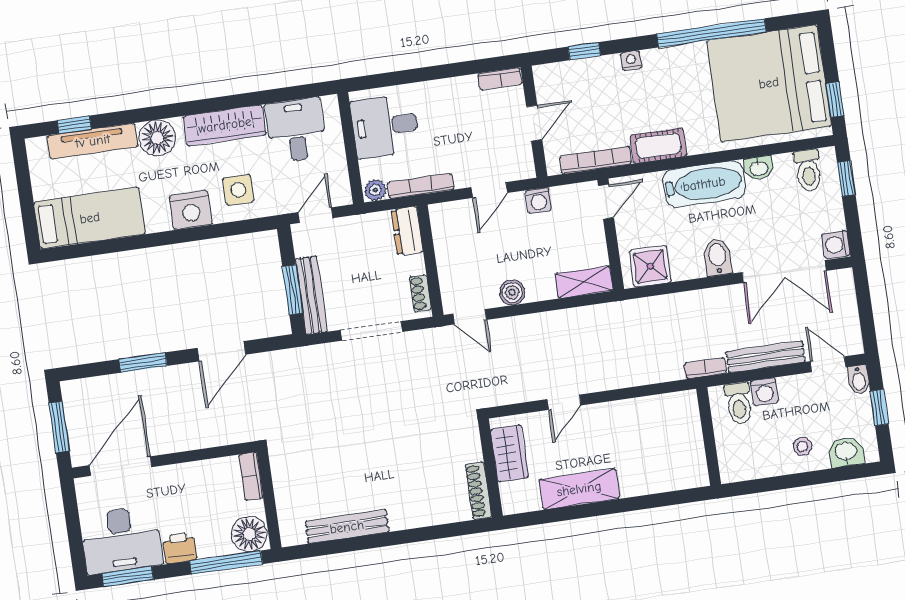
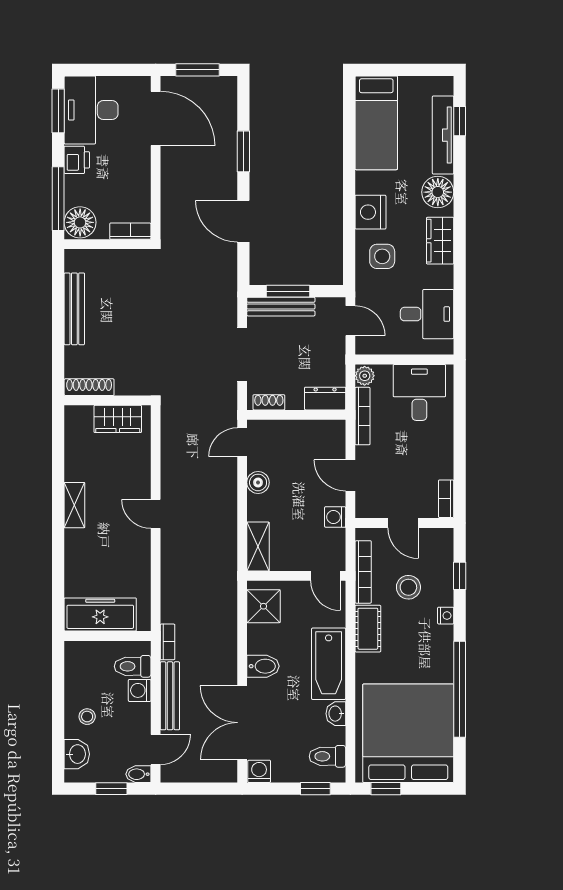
stool: (605, 107) -> (408, 587), added
wardrobe: (225, 125) -> (440, 241), width x0.67
freezer: (686, 448) -> (100, 614), added
wardrobe: (509, 453) -> (118, 419), moved
wall: (490, 468) -> (108, 400), moved
shelving: (579, 489) -> (74, 505), width x0.67, depth x0.75
shoe rack: (478, 491) -> (89, 387), moved

